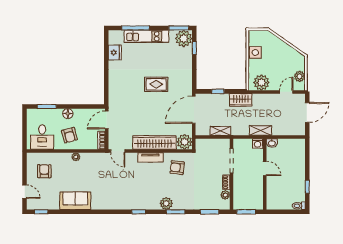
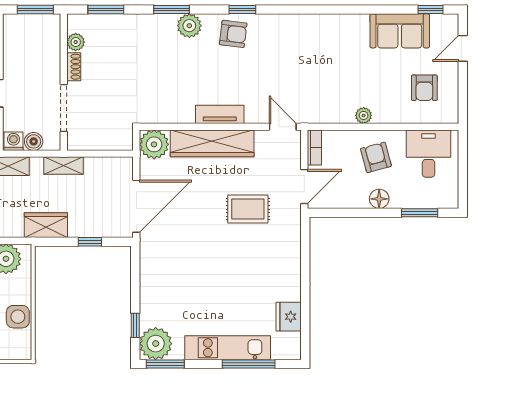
rug: (156, 84) -> (248, 209), moved
shelving: (220, 131) -> (64, 166), moved
boiler: (247, 143) -> (34, 141), added
armchair: (177, 168) -> (233, 34), moved
door: (24, 192) -> (463, 48), hinge flipped
sofa: (75, 201) -> (400, 31), moved

